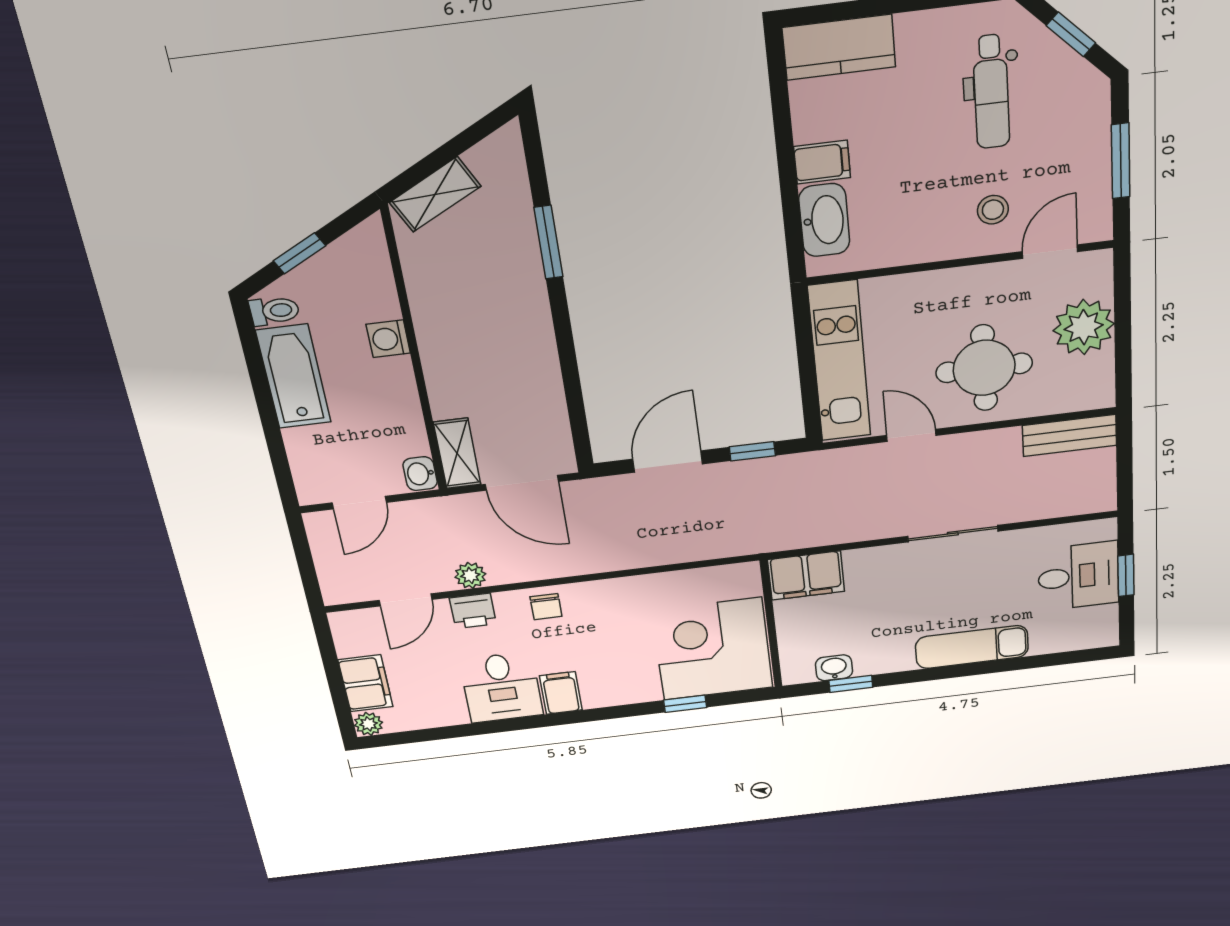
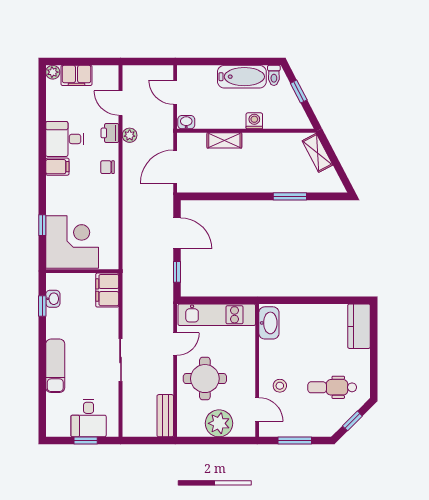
filing cabinet: (822, 162) -> (311, 315), removed
washbasin: (824, 220) -> (269, 323), moved, turned -90
shelving: (457, 453) -> (224, 140), moved

